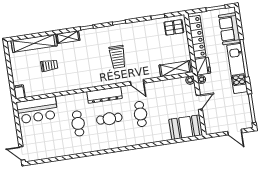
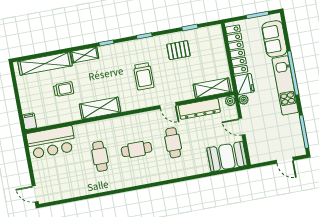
pallet: (174, 27) -> (178, 50), moved
shelving: (80, 83) -> (100, 108), added
dresser: (104, 95) -> (199, 109), moved
door: (199, 102) -> (242, 127), swing flipped

